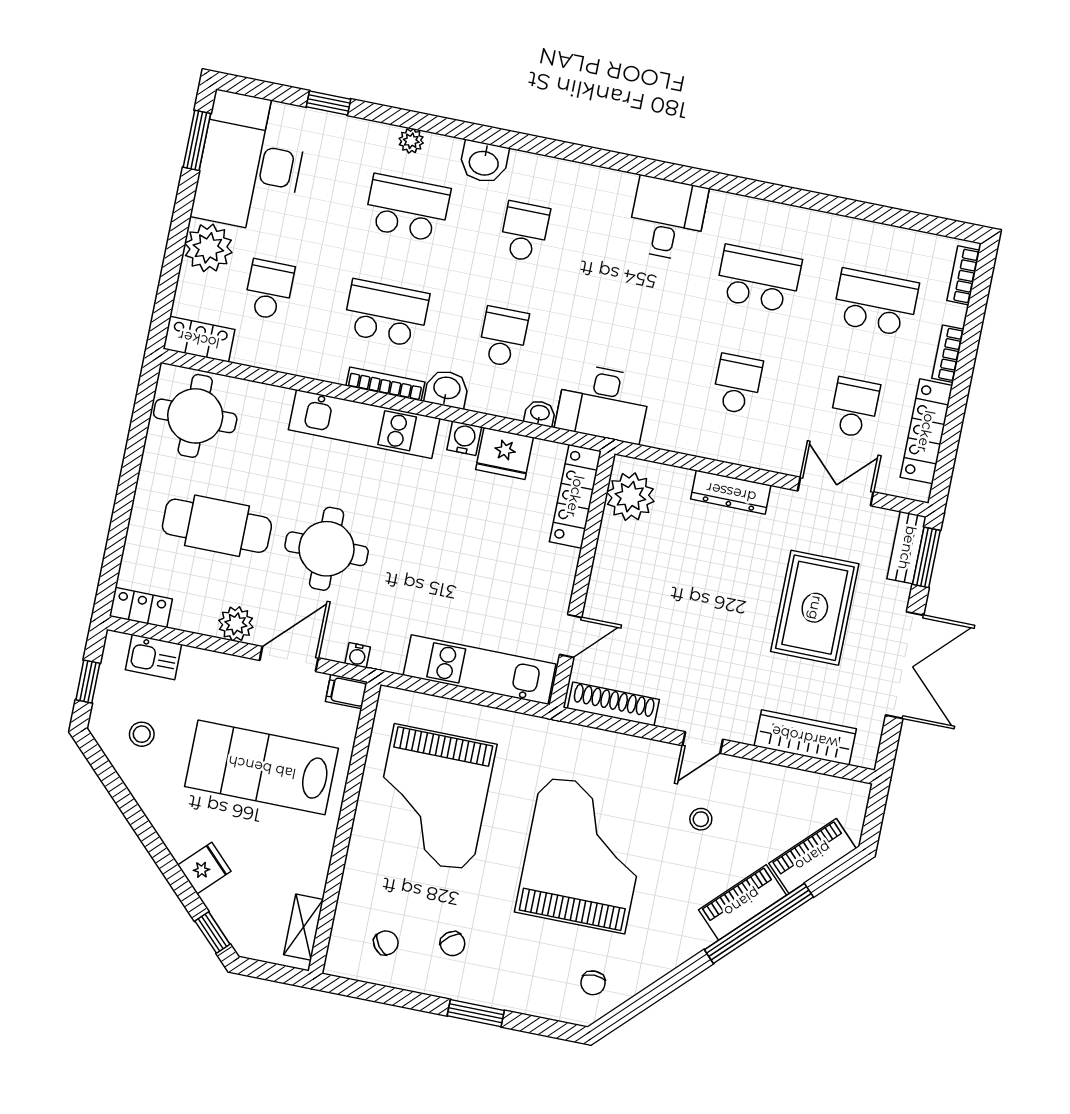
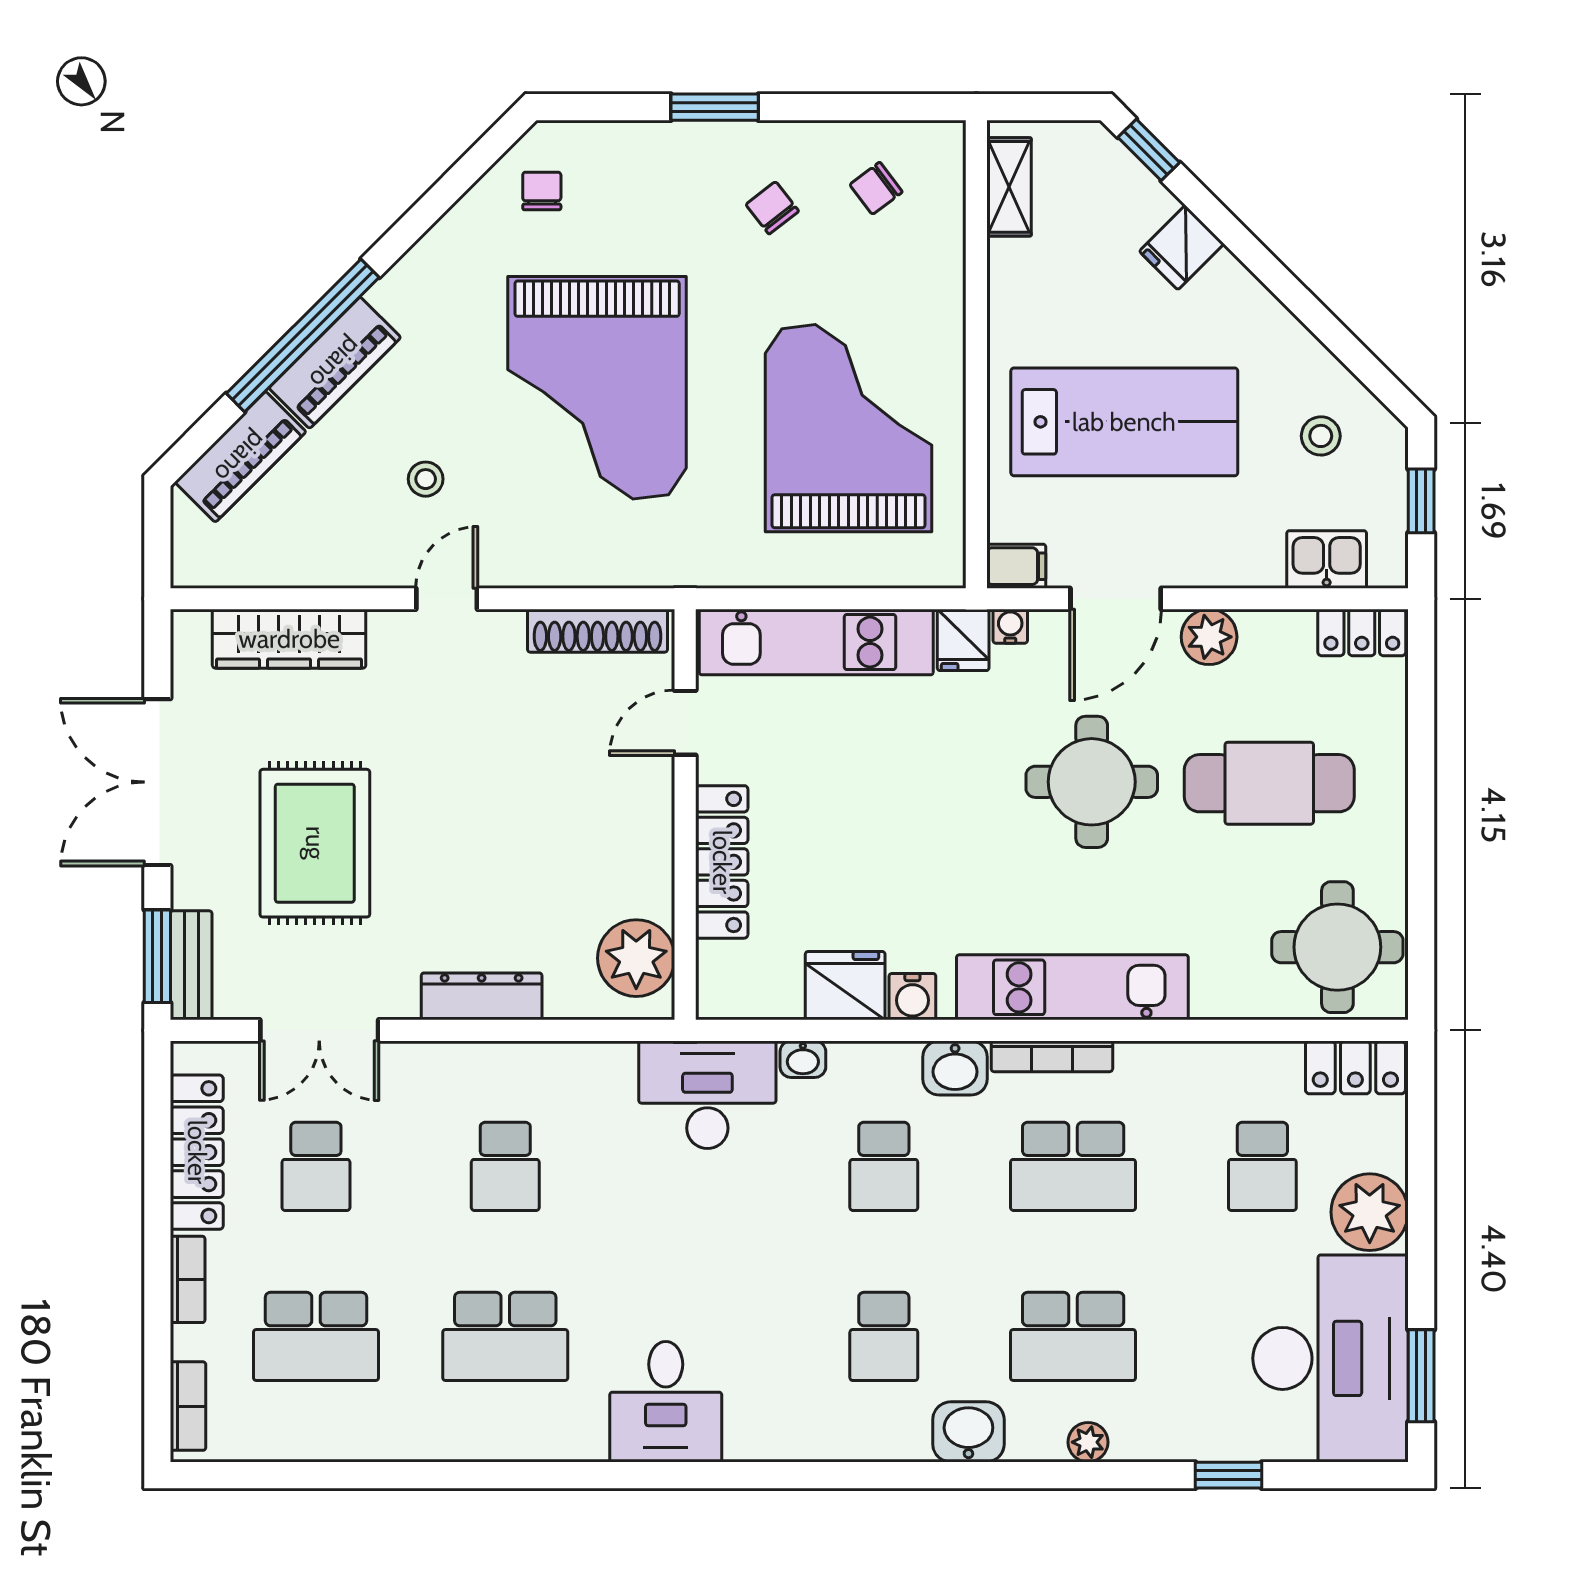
locker: (575, 496) -> (722, 862), moved
fridge: (388, 653) -> (963, 640), added

